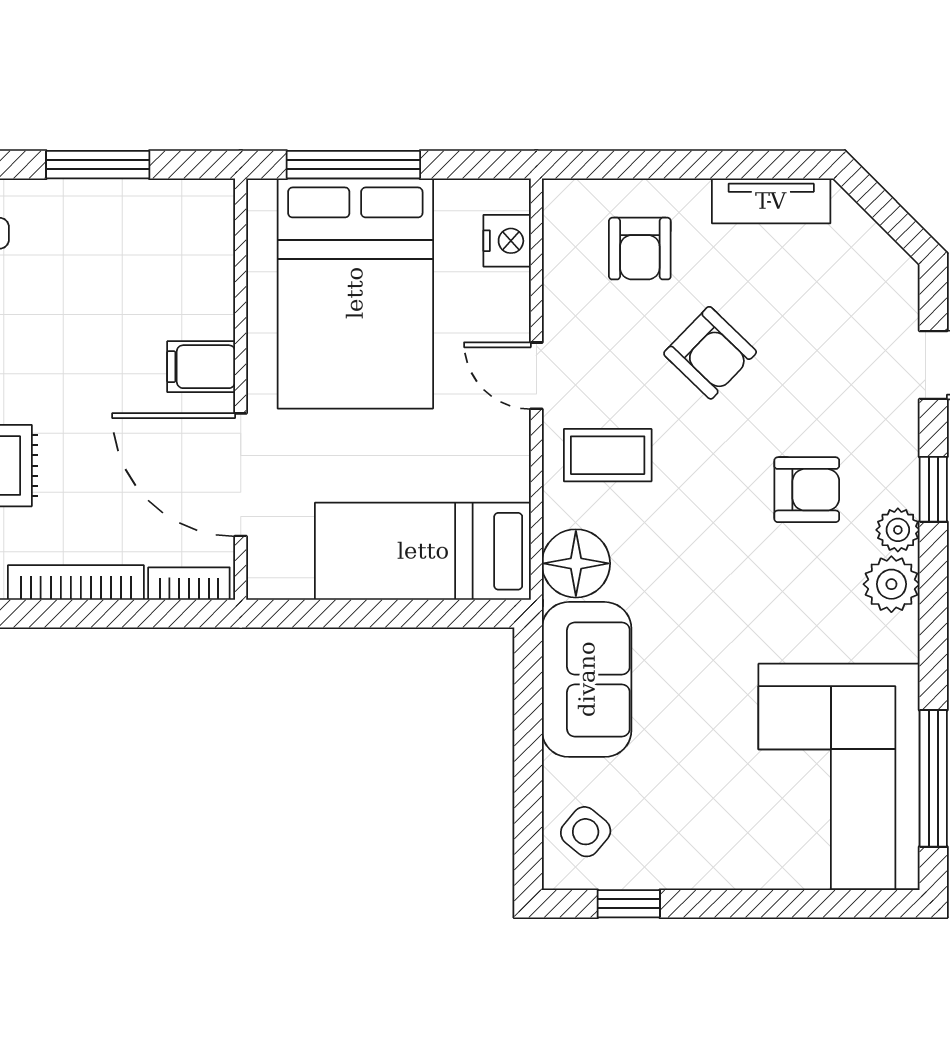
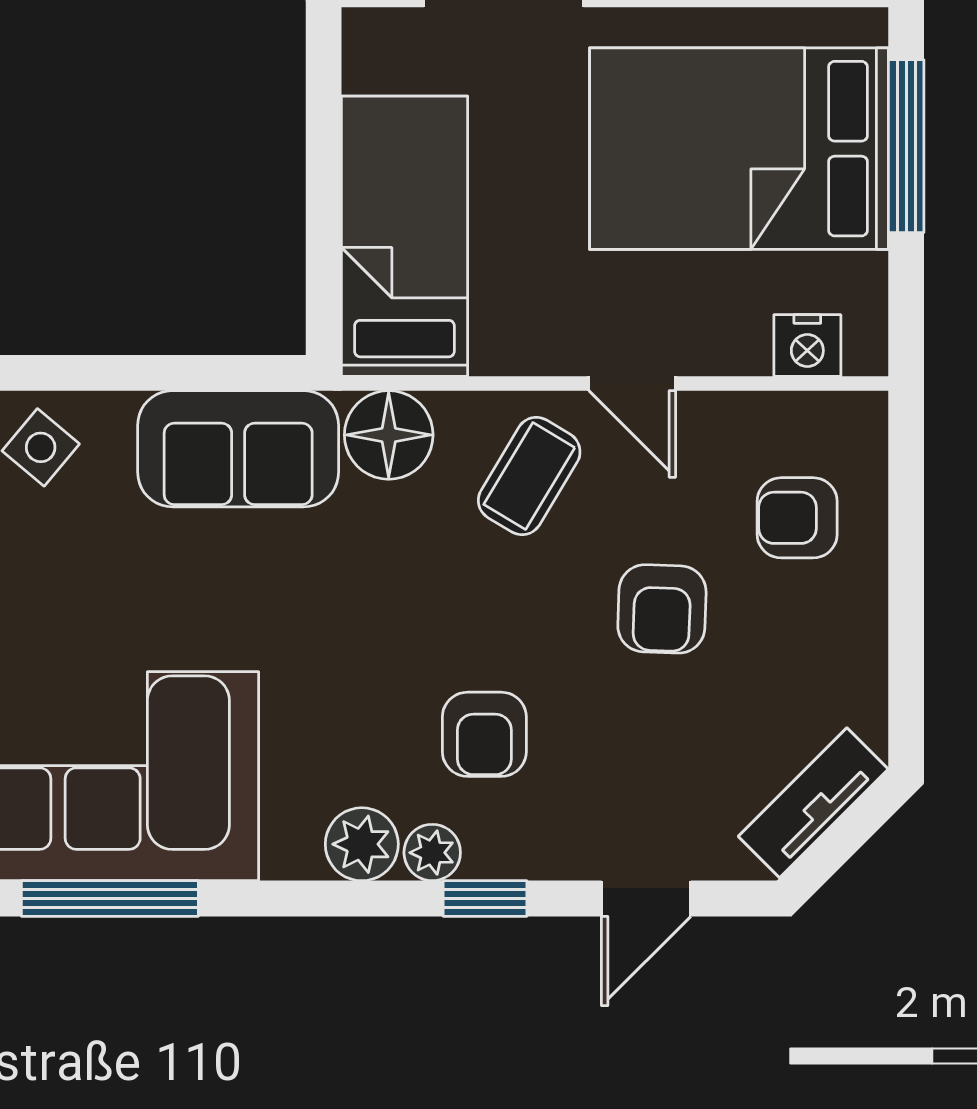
tv unit: (771, 201) -> (813, 803), moved, turned 45
armchair: (710, 353) -> (662, 609), turned -42
door: (536, 376) -> (632, 383), swing flipped
coffee table: (608, 455) -> (529, 476), turned 31

